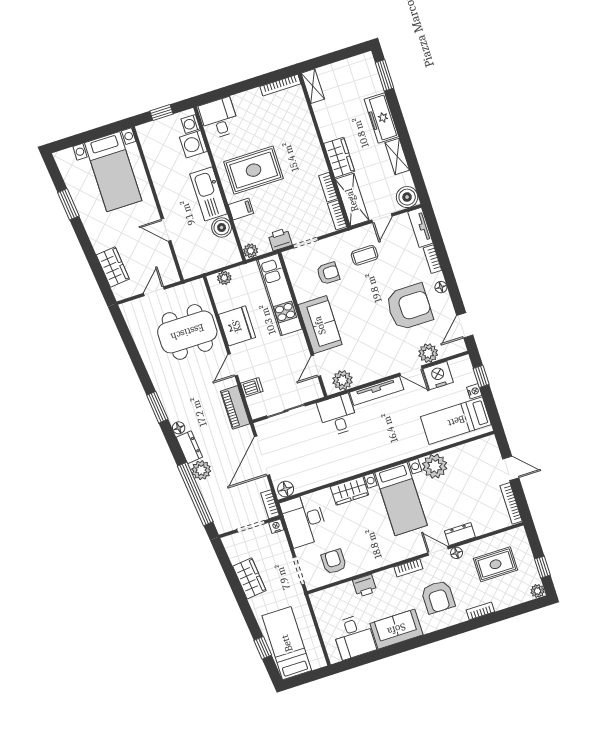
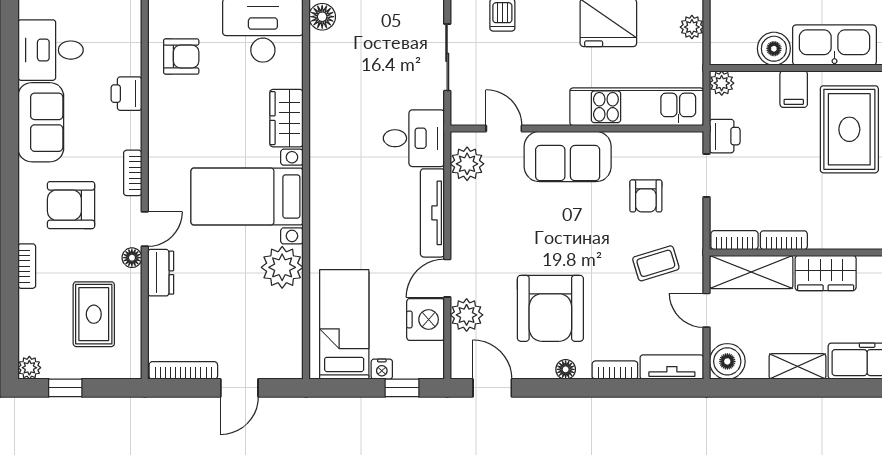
coffee table: (365, 255) -> (656, 263), turned 73

